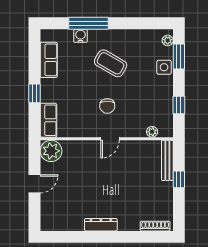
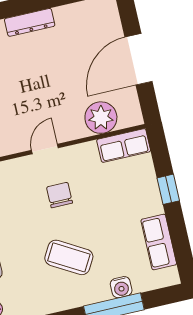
row of seats: (48, 120) -> (124, 145), moved, turned -90
plant: (51, 151) -> (101, 118), moved
door: (34, 184) -> (138, 59), width x1.87

